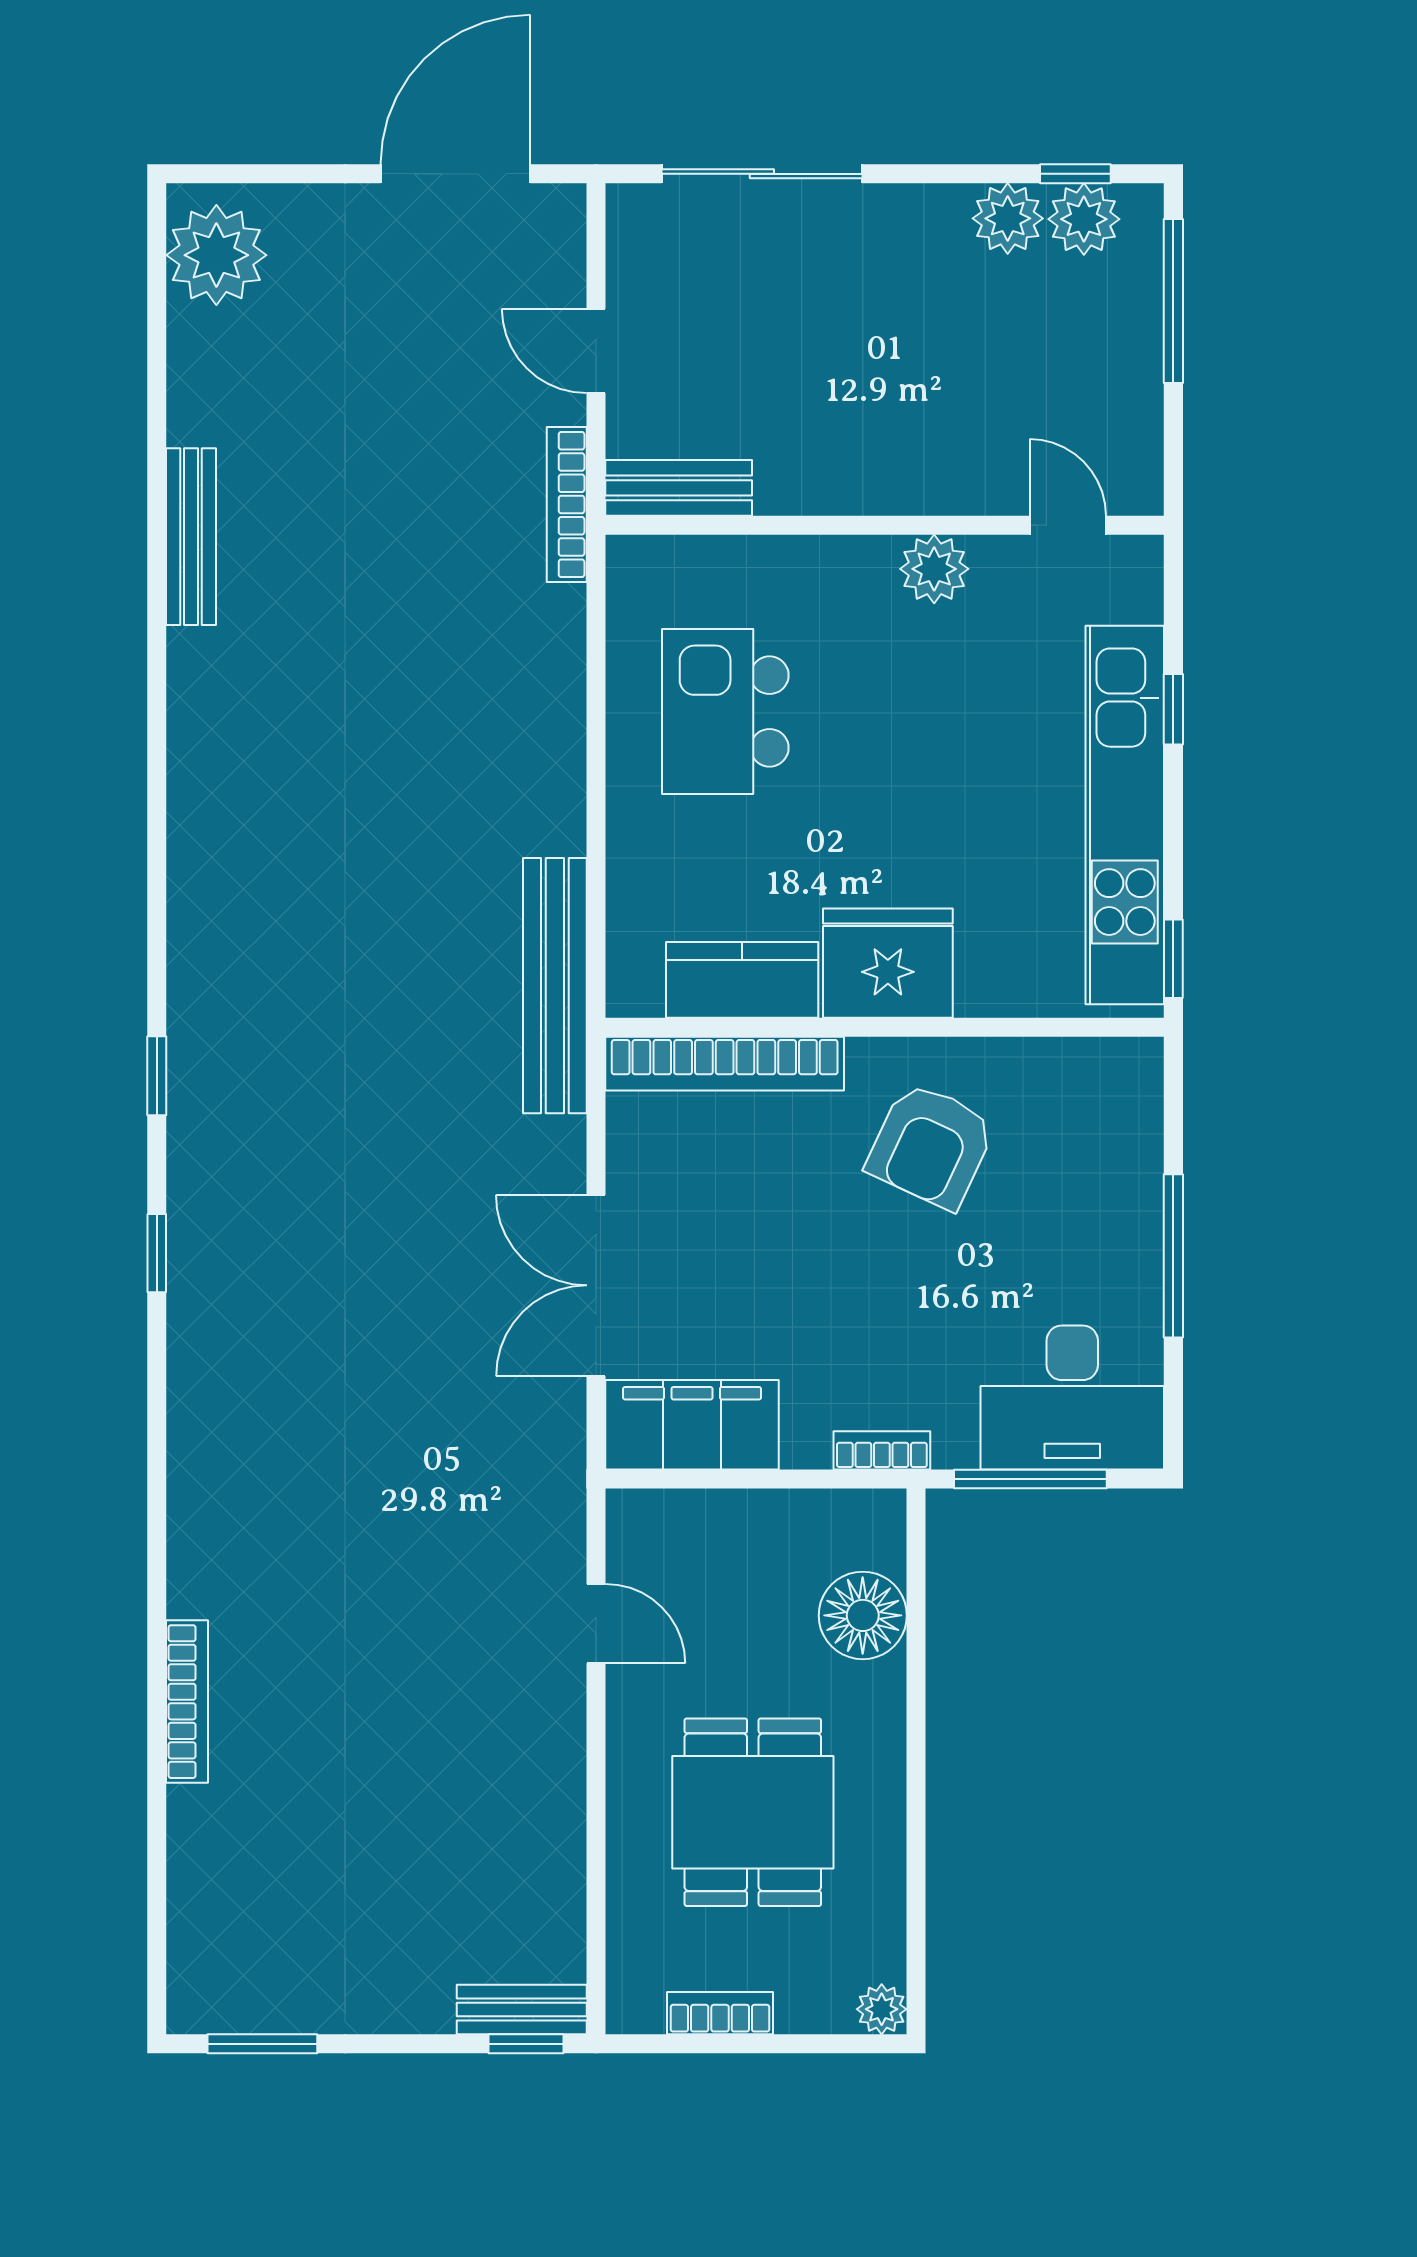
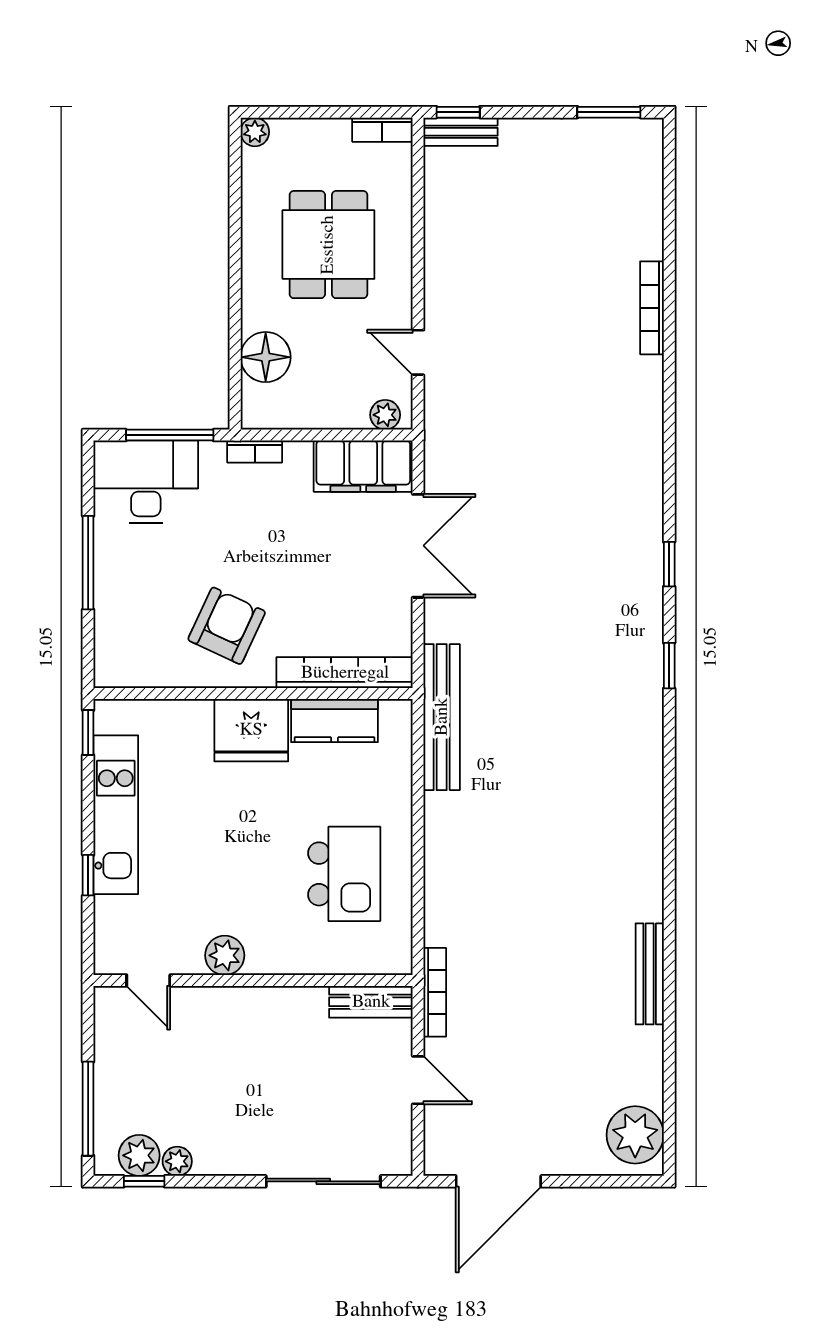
plant: (1008, 218) -> (177, 1161), width x0.73, depth x0.73
kitchen unit: (1125, 815) -> (116, 815), width x0.73
plant: (654, 1514) -> (385, 415), added
bookcase: (720, 2013) -> (382, 130), moved

